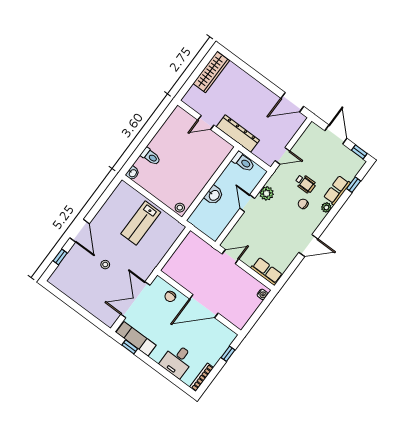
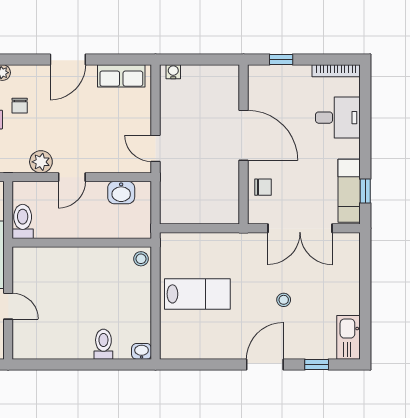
washbasin: (214, 195) -> (121, 193), moved, turned 180
door: (308, 246) -> (68, 59), swing flipped
row of seats: (267, 271) -> (121, 76), moved, turned -90
kitchen sink: (62, 283) -> (349, 337), added

